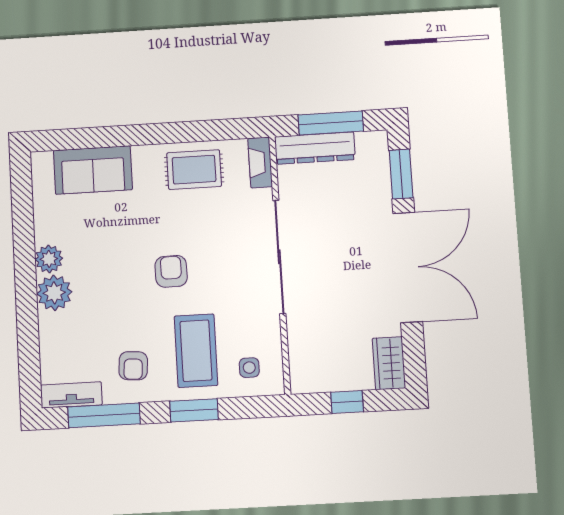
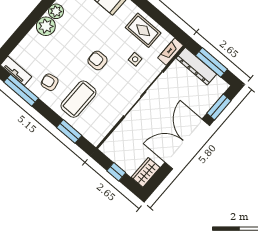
double door: (408, 267) -> (187, 144), swing flipped
armchair: (171, 271) -> (98, 60), turned -89
armchair: (133, 366) -> (50, 82), turned 75
side table: (249, 368) -> (135, 59), moved
window: (194, 410) -> (69, 131), moved

